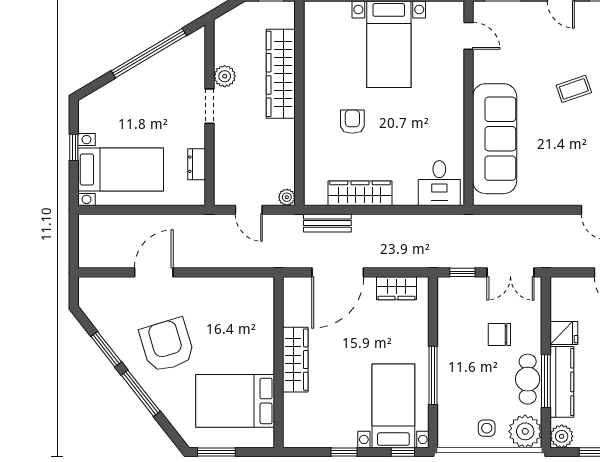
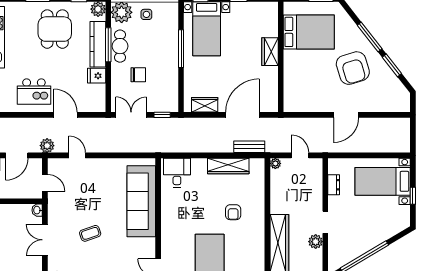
door: (154, 272) -> (346, 115), moved
wardrobe: (295, 360) -> (270, 52), width x0.67

